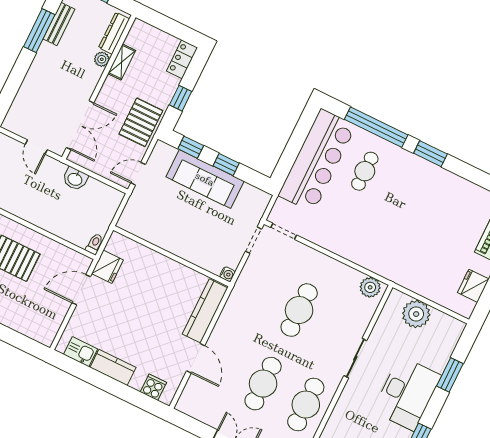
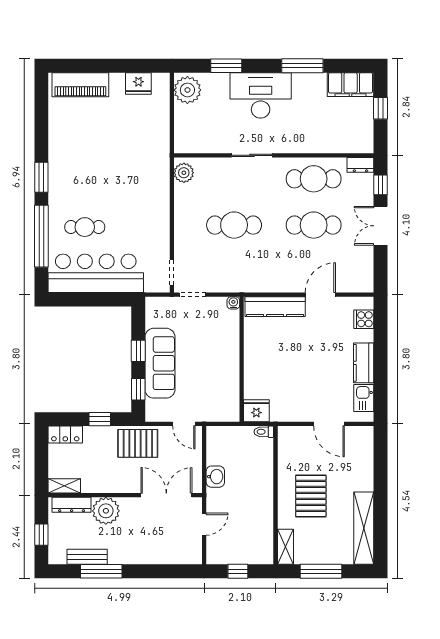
plant: (102, 59) -> (106, 511), width x1.88, depth x1.88
shelving: (122, 62) -> (64, 486), moved
fridge: (107, 267) -> (256, 411), moved
door: (81, 290) -> (329, 424), moved
plant: (416, 314) -> (187, 90), moved

